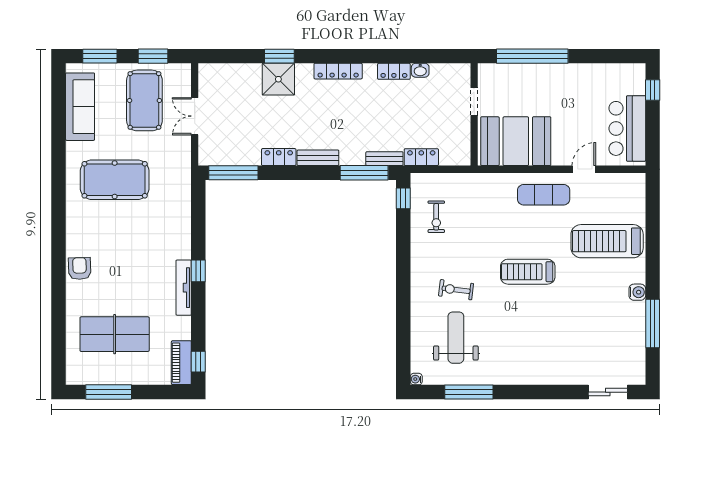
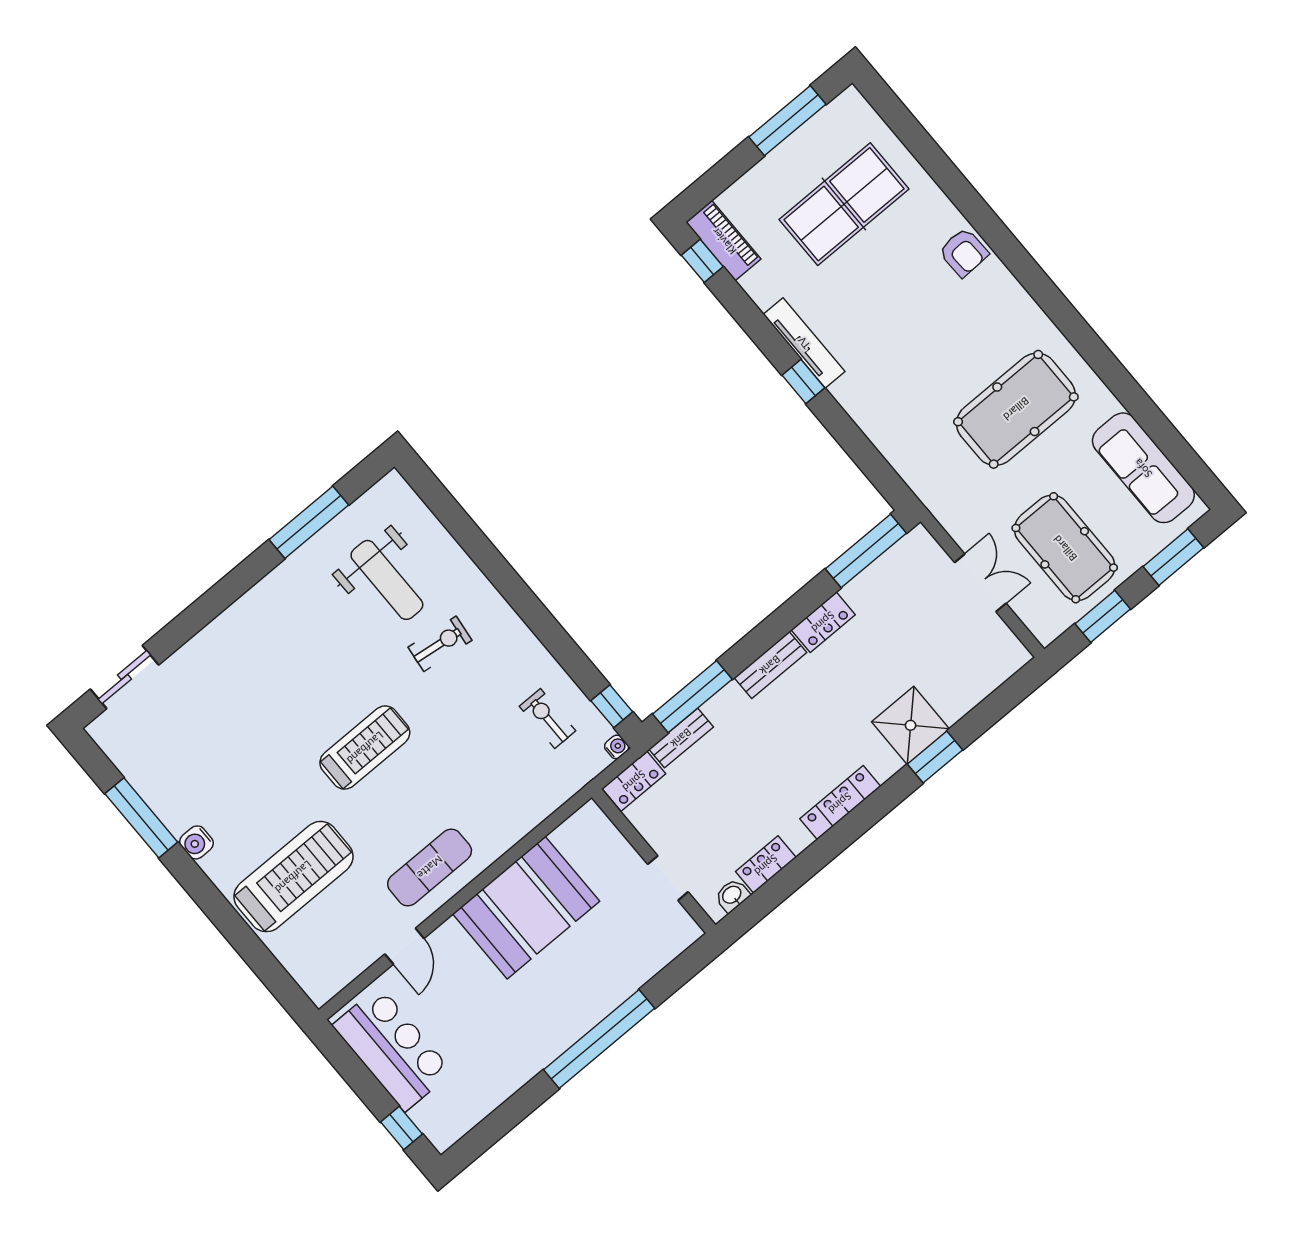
doorway: (474, 102) -> (668, 878), moved
wall: (474, 114) -> (654, 861), moved
water cooler: (416, 379) -> (617, 747), moved

